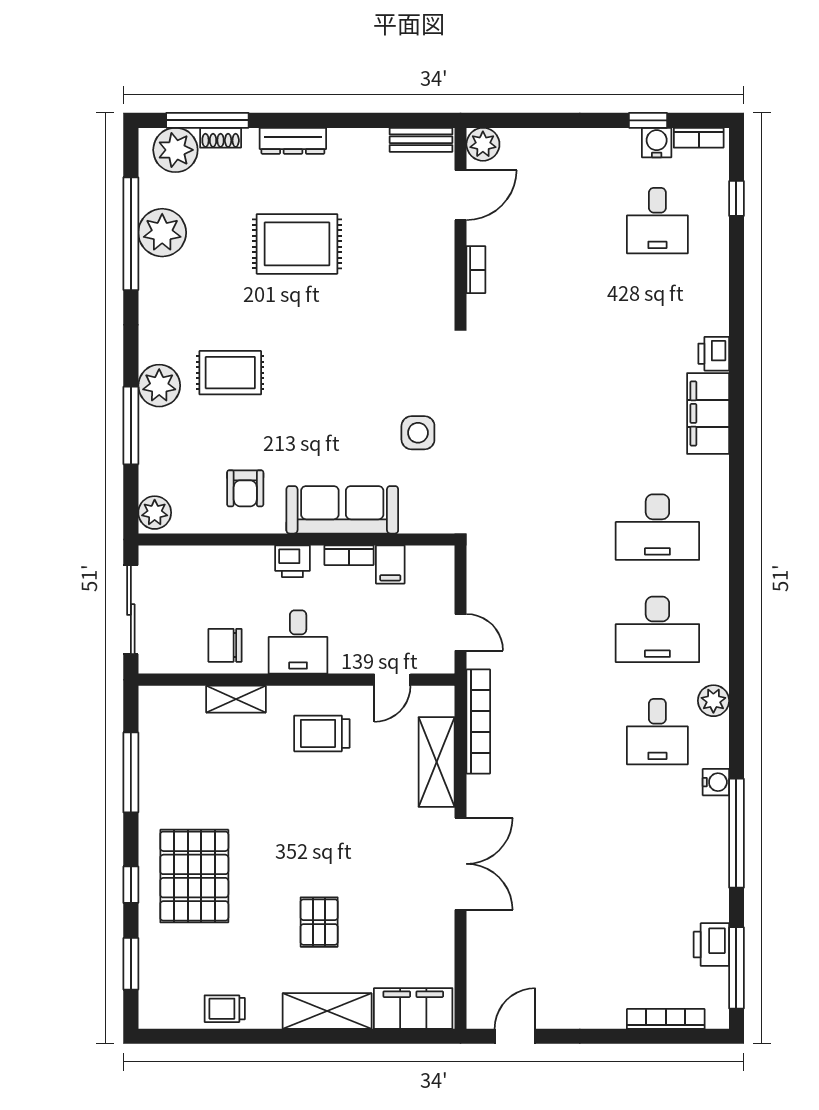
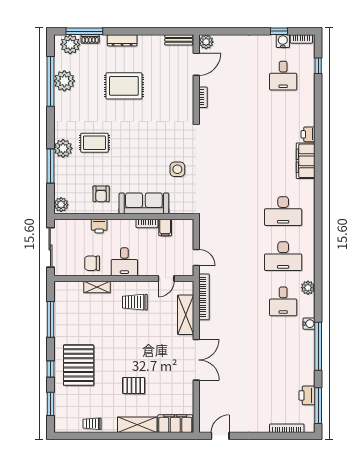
printer: (292, 561) -> (99, 226), moved
pallet: (319, 922) -> (134, 385), turned 90

